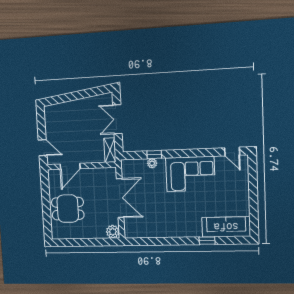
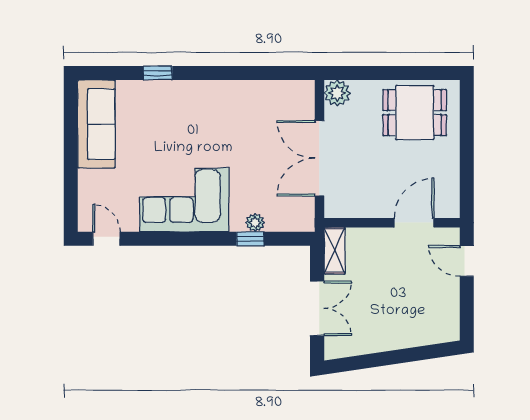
dining table: (68, 209) -> (415, 113), moved
sofa: (226, 227) -> (96, 124), moved, turned -90

